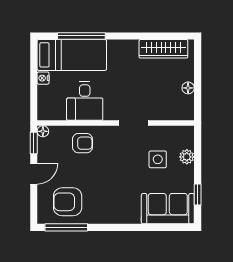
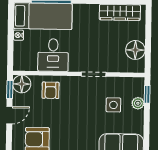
floor lamp: (188, 88) -> (135, 50), width x1.89, depth x1.89
floor lamp: (43, 131) -> (22, 84), width x1.89, depth x1.89
armchair: (82, 143) -> (51, 90), turned 90
window: (198, 194) -> (147, 94), moved

